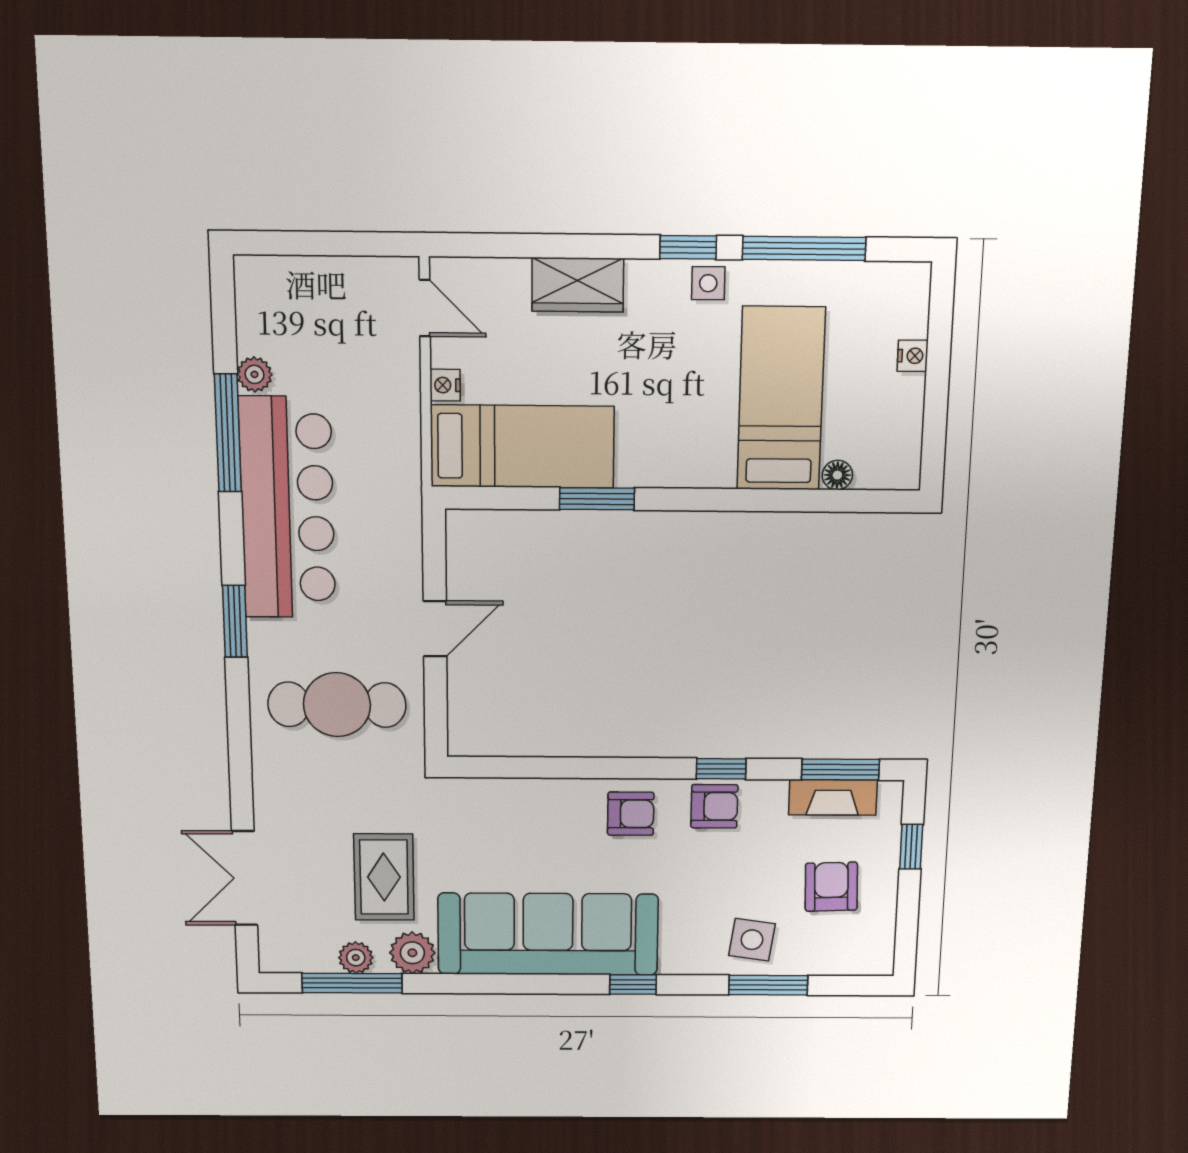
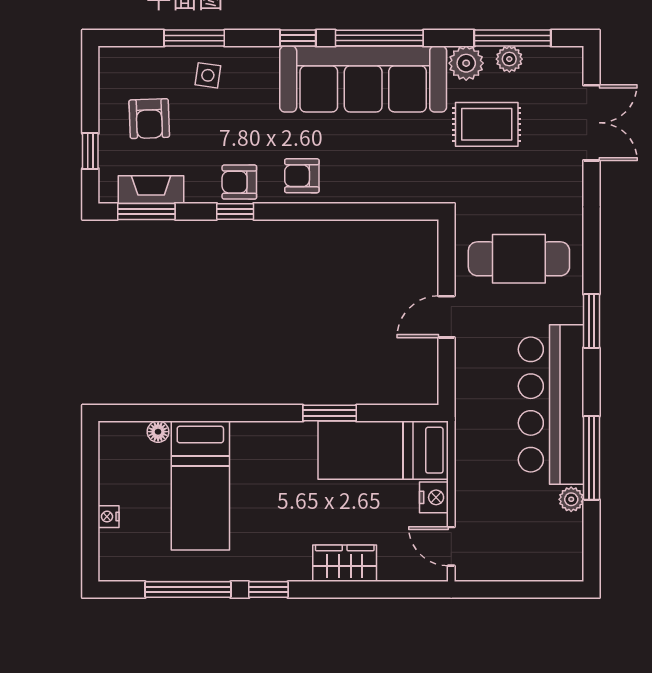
side table: (708, 283) -> (254, 565), removed
nightstand: (445, 385) -> (434, 497), width x1.39, depth x1.35
rug: (384, 877) -> (487, 124), turned 90
side table: (752, 940) -> (208, 75), width x0.73, depth x0.73
window: (527, 984) -> (379, 38), added

